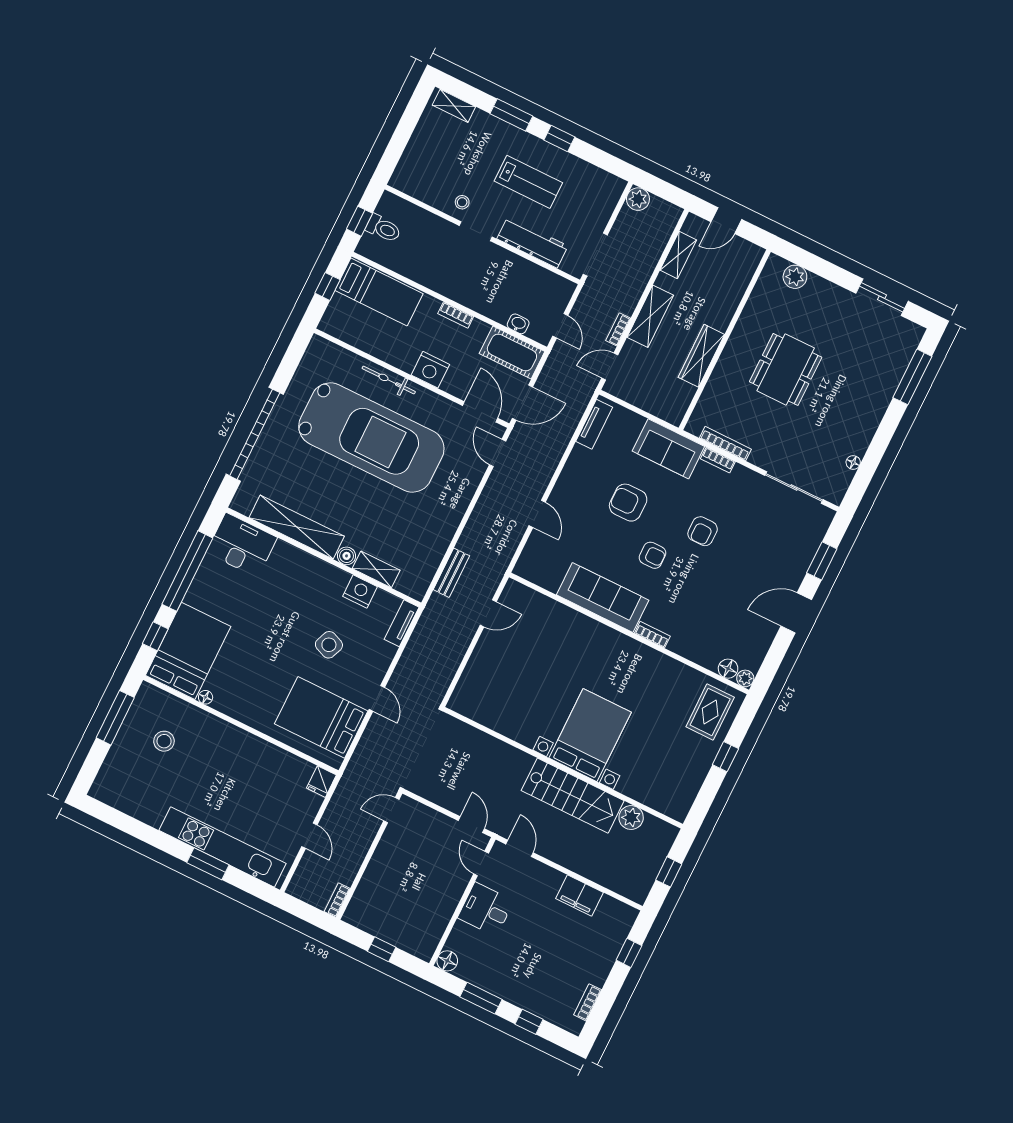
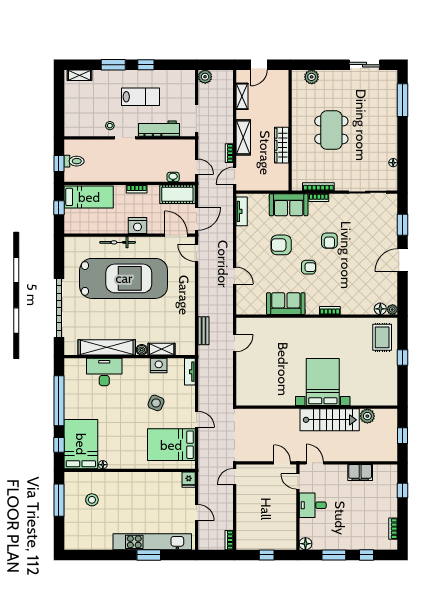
desk: (242, 545) -> (104, 372), moved
sofa: (603, 597) -> (286, 304), width x0.73

